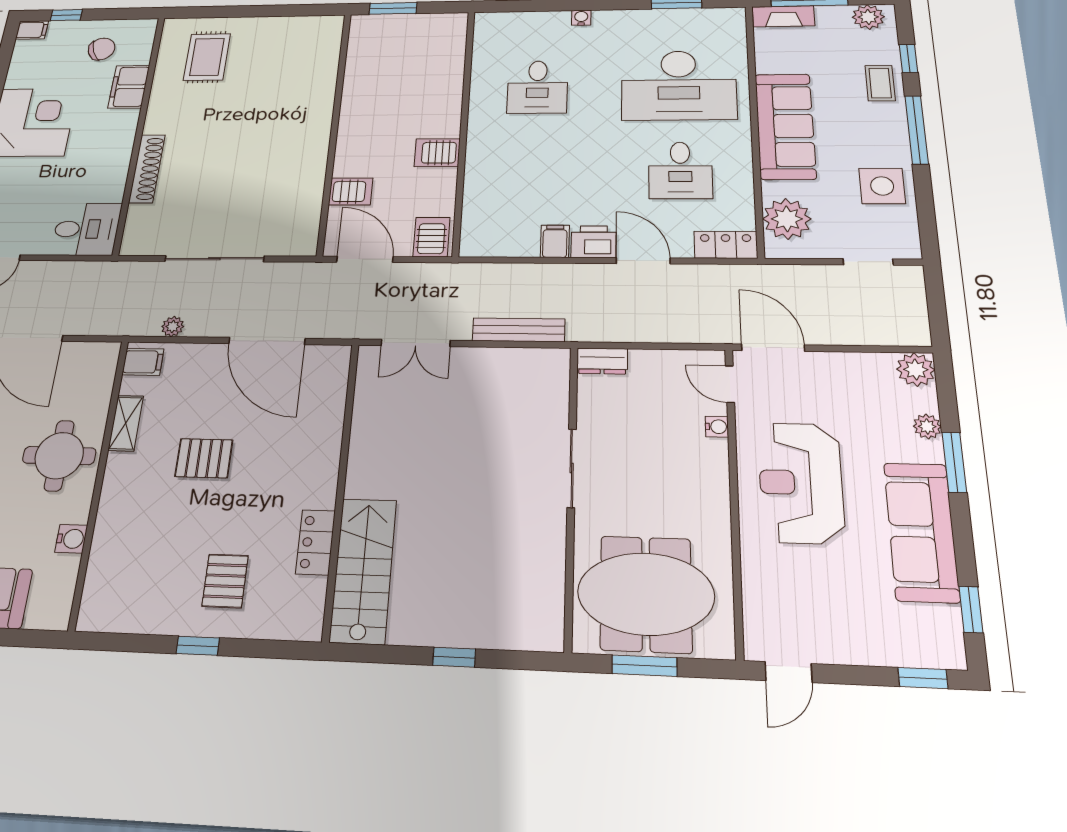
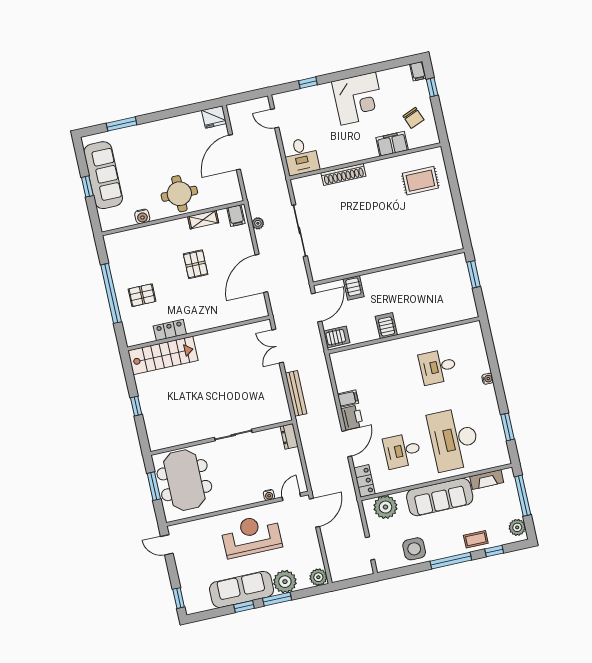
fireplace: (783, 16) -> (487, 480), moved, turned -90
plant: (927, 426) -> (285, 582), width x1.88, depth x1.88
window: (971, 610) -> (244, 606), moved
window: (198, 646) -> (111, 293), width x3.17

